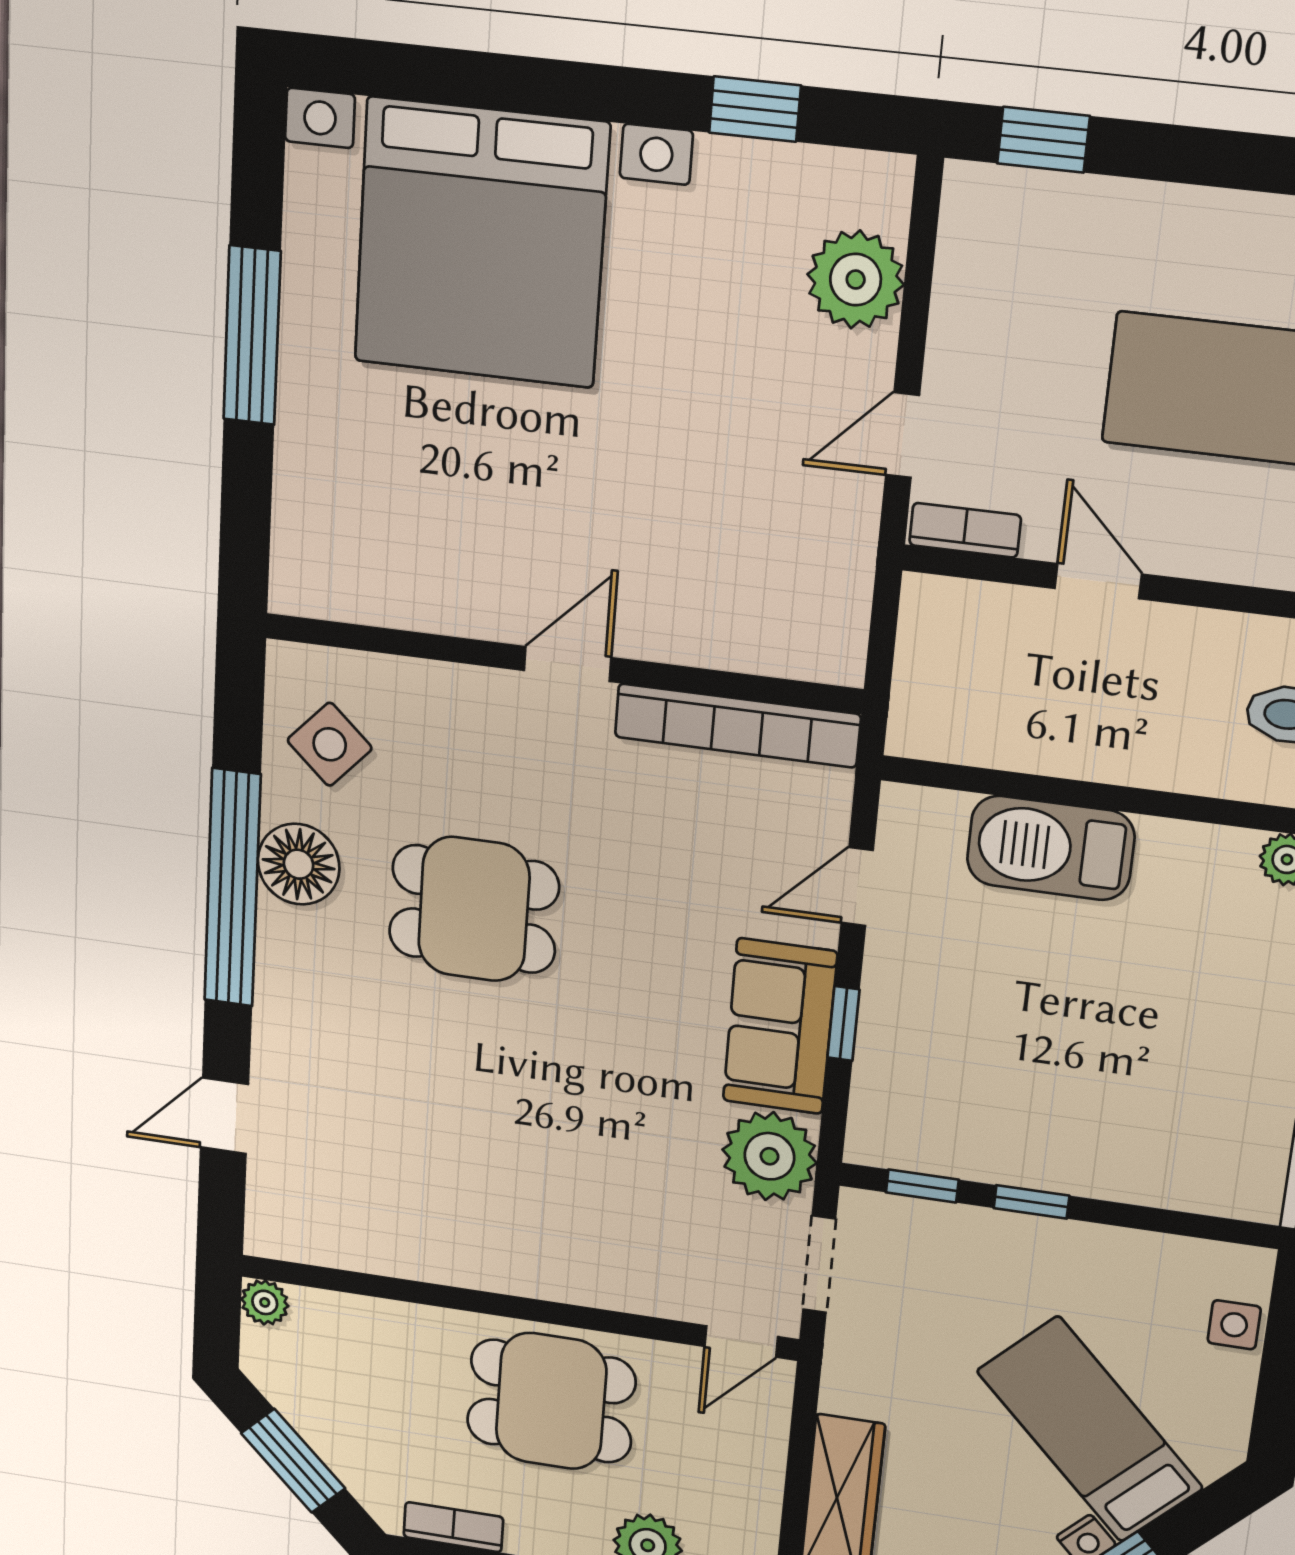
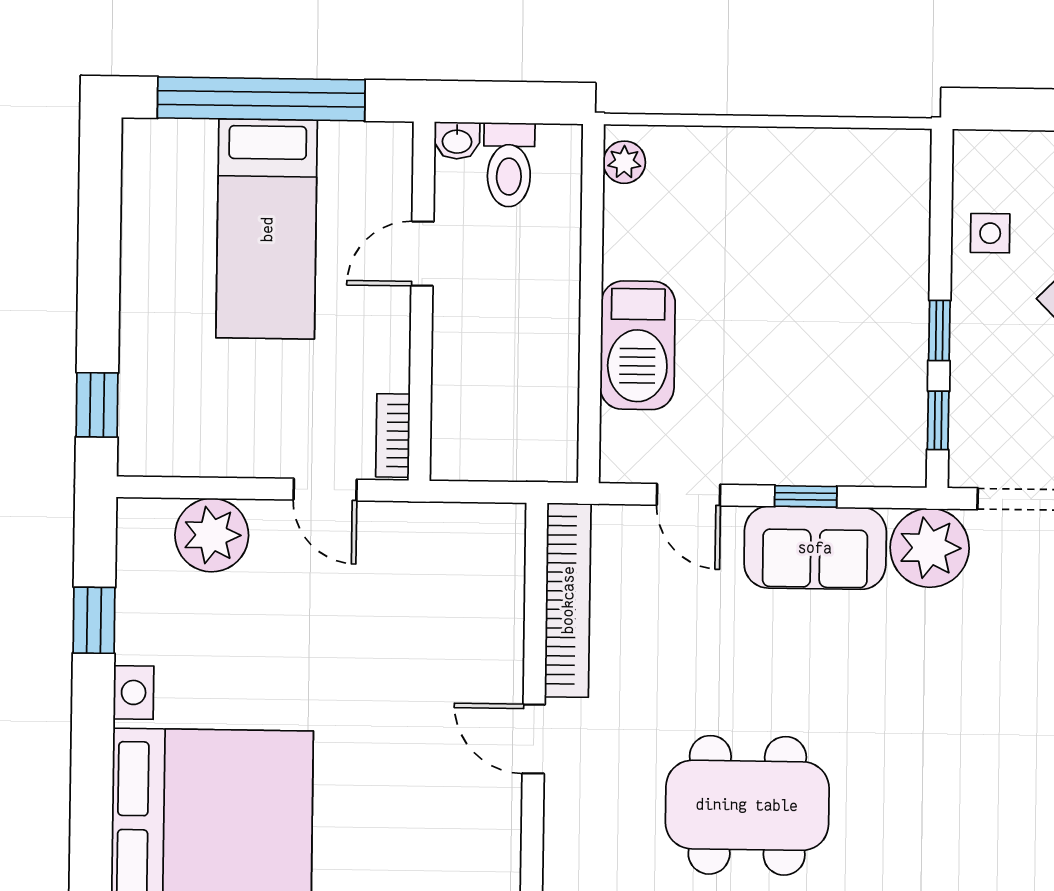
door: (1098, 581) -> (422, 254), moved
dining table: (474, 909) -> (747, 805), width x1.38
side table: (1234, 1325) -> (990, 233), moved

